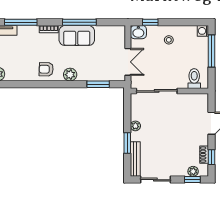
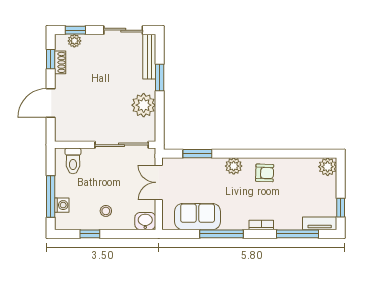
window: (150, 22) -> (90, 234), moved
washing machine: (203, 31) -> (62, 205), moved
sofa: (77, 36) -> (198, 217), moved
plant: (135, 126) -> (144, 105), width x1.88, depth x1.88

